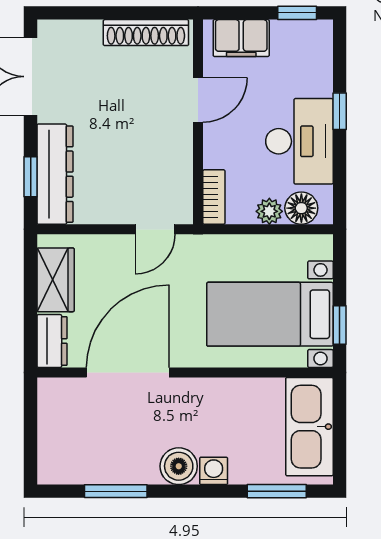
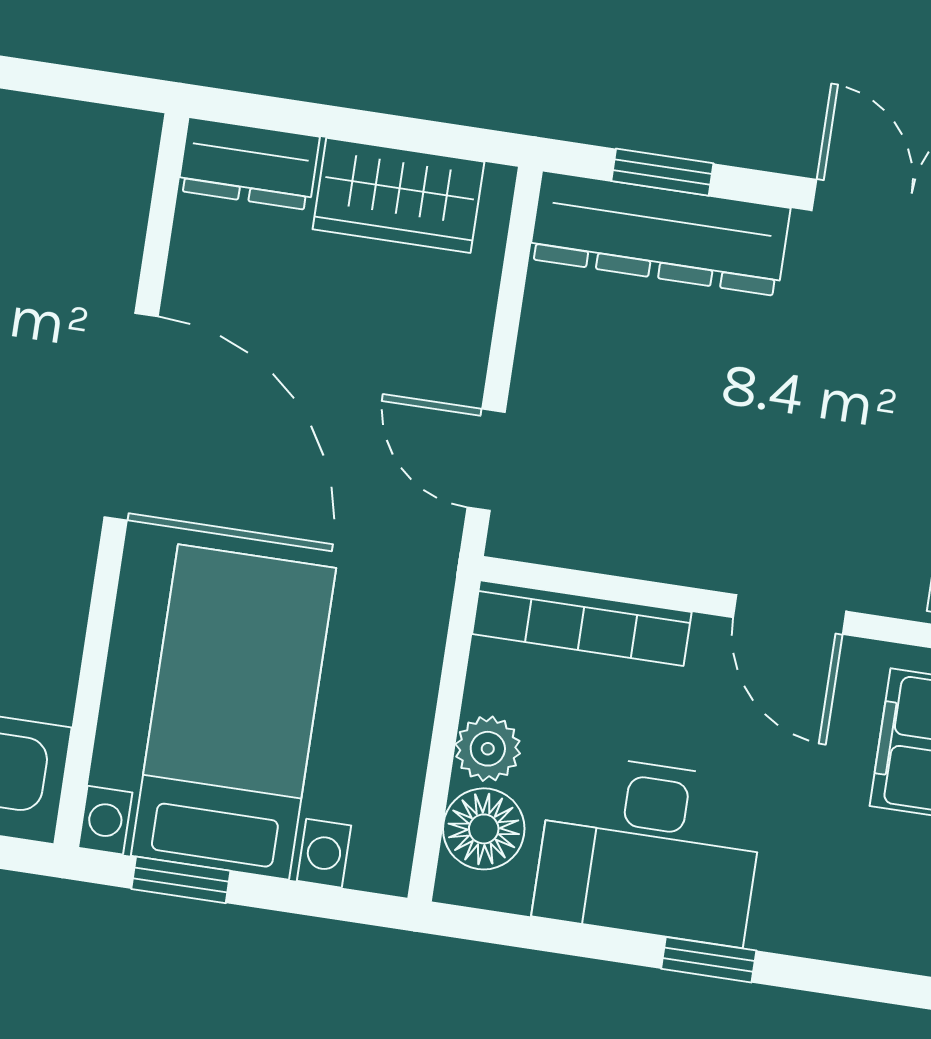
bookcase: (214, 197) -> (582, 623), width x1.56
door: (128, 372) -> (131, 417), moved

